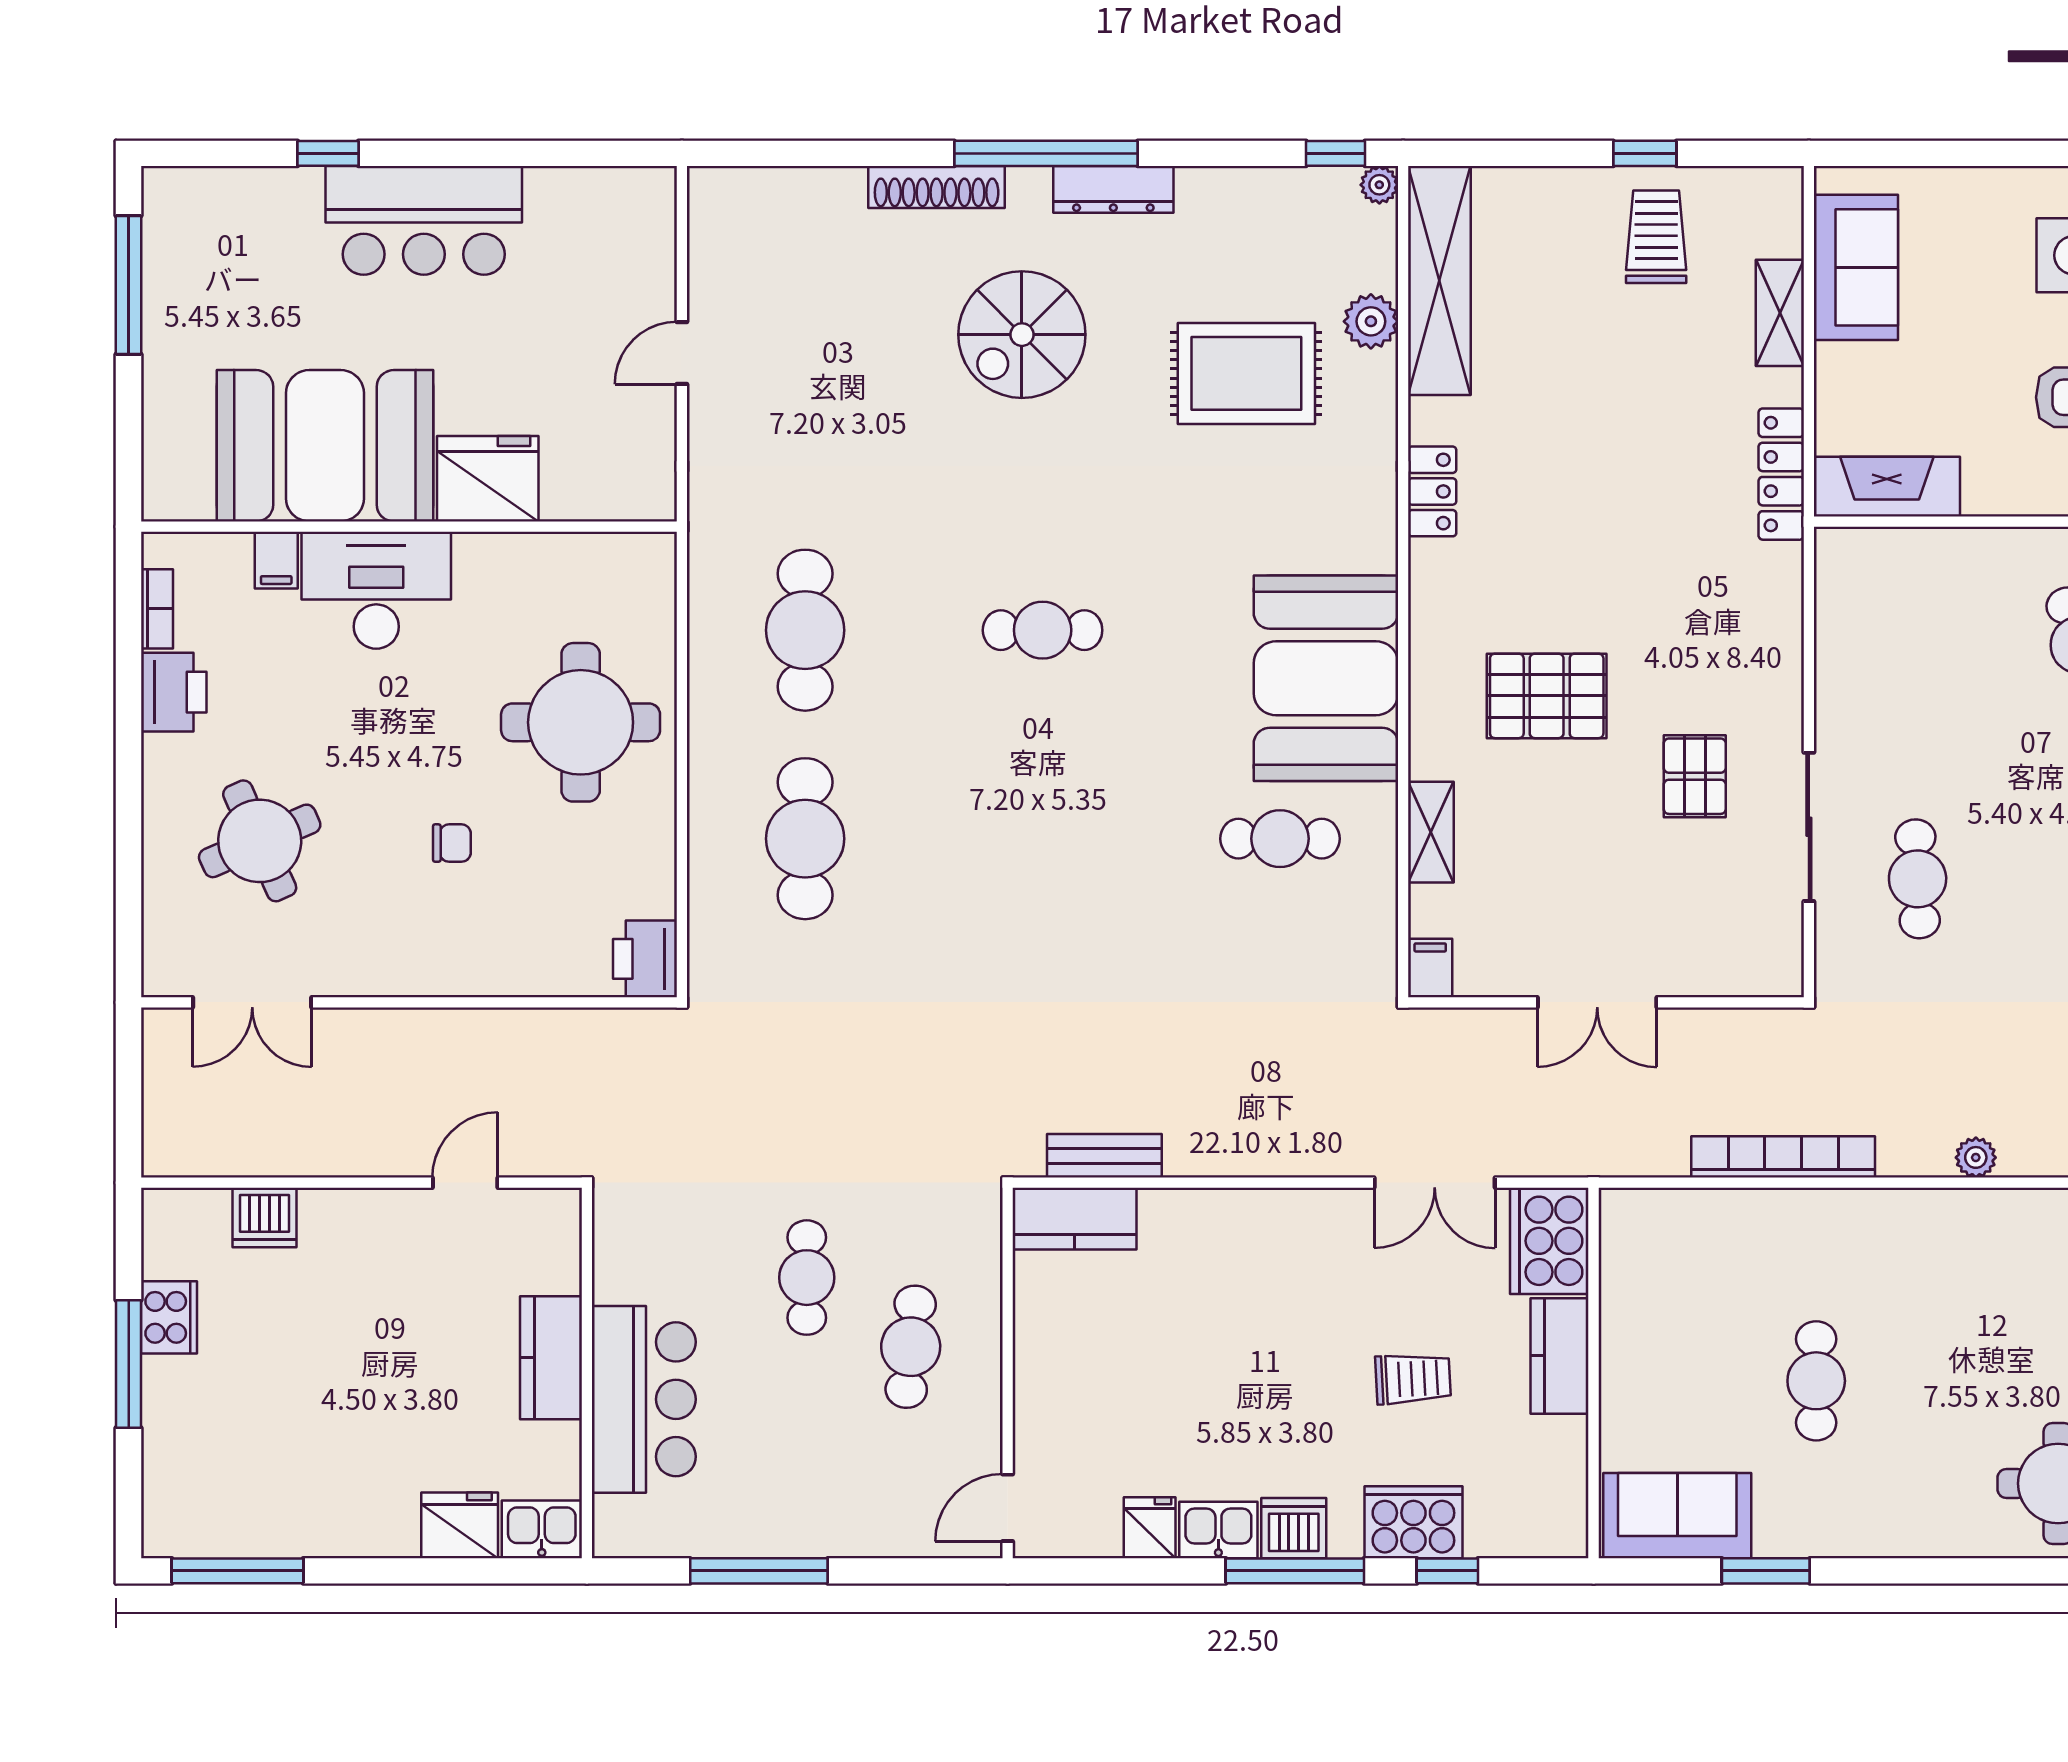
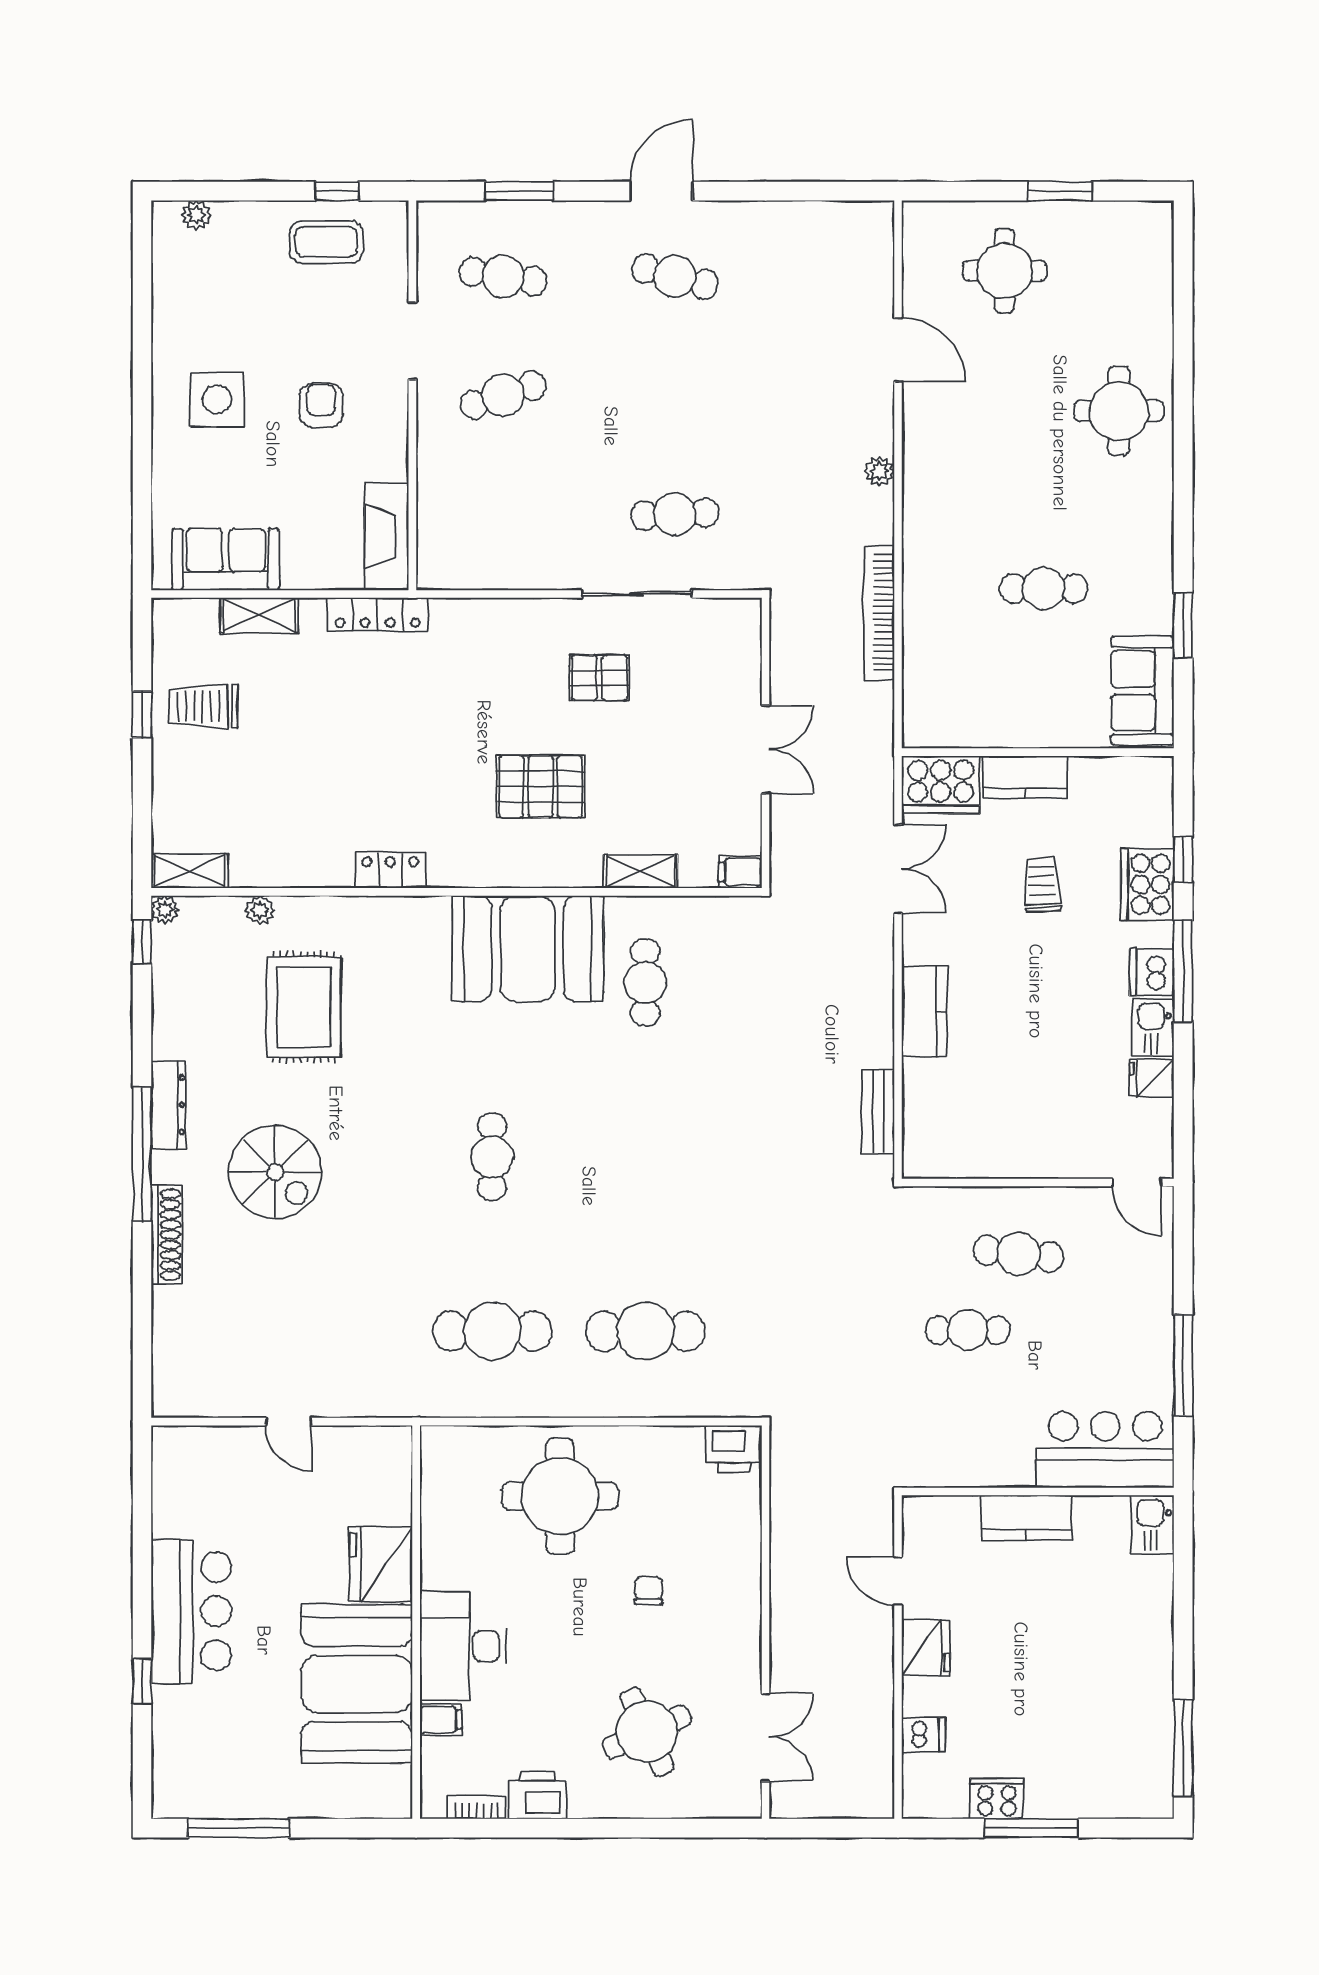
shelving: (1439, 280) -> (189, 871), width x0.45, depth x0.75
plant: (1371, 321) -> (260, 910), width x0.73, depth x0.73
pallet: (1547, 696) -> (540, 787), turned 90
dishwasher: (265, 1218) -> (924, 1735), width x0.73
kitchen counter: (1074, 1219) -> (924, 1011), moved
bar counter: (644, 1399) -> (1105, 1450), moved
fridge: (460, 1525) -> (926, 1648), moved, turned 180

